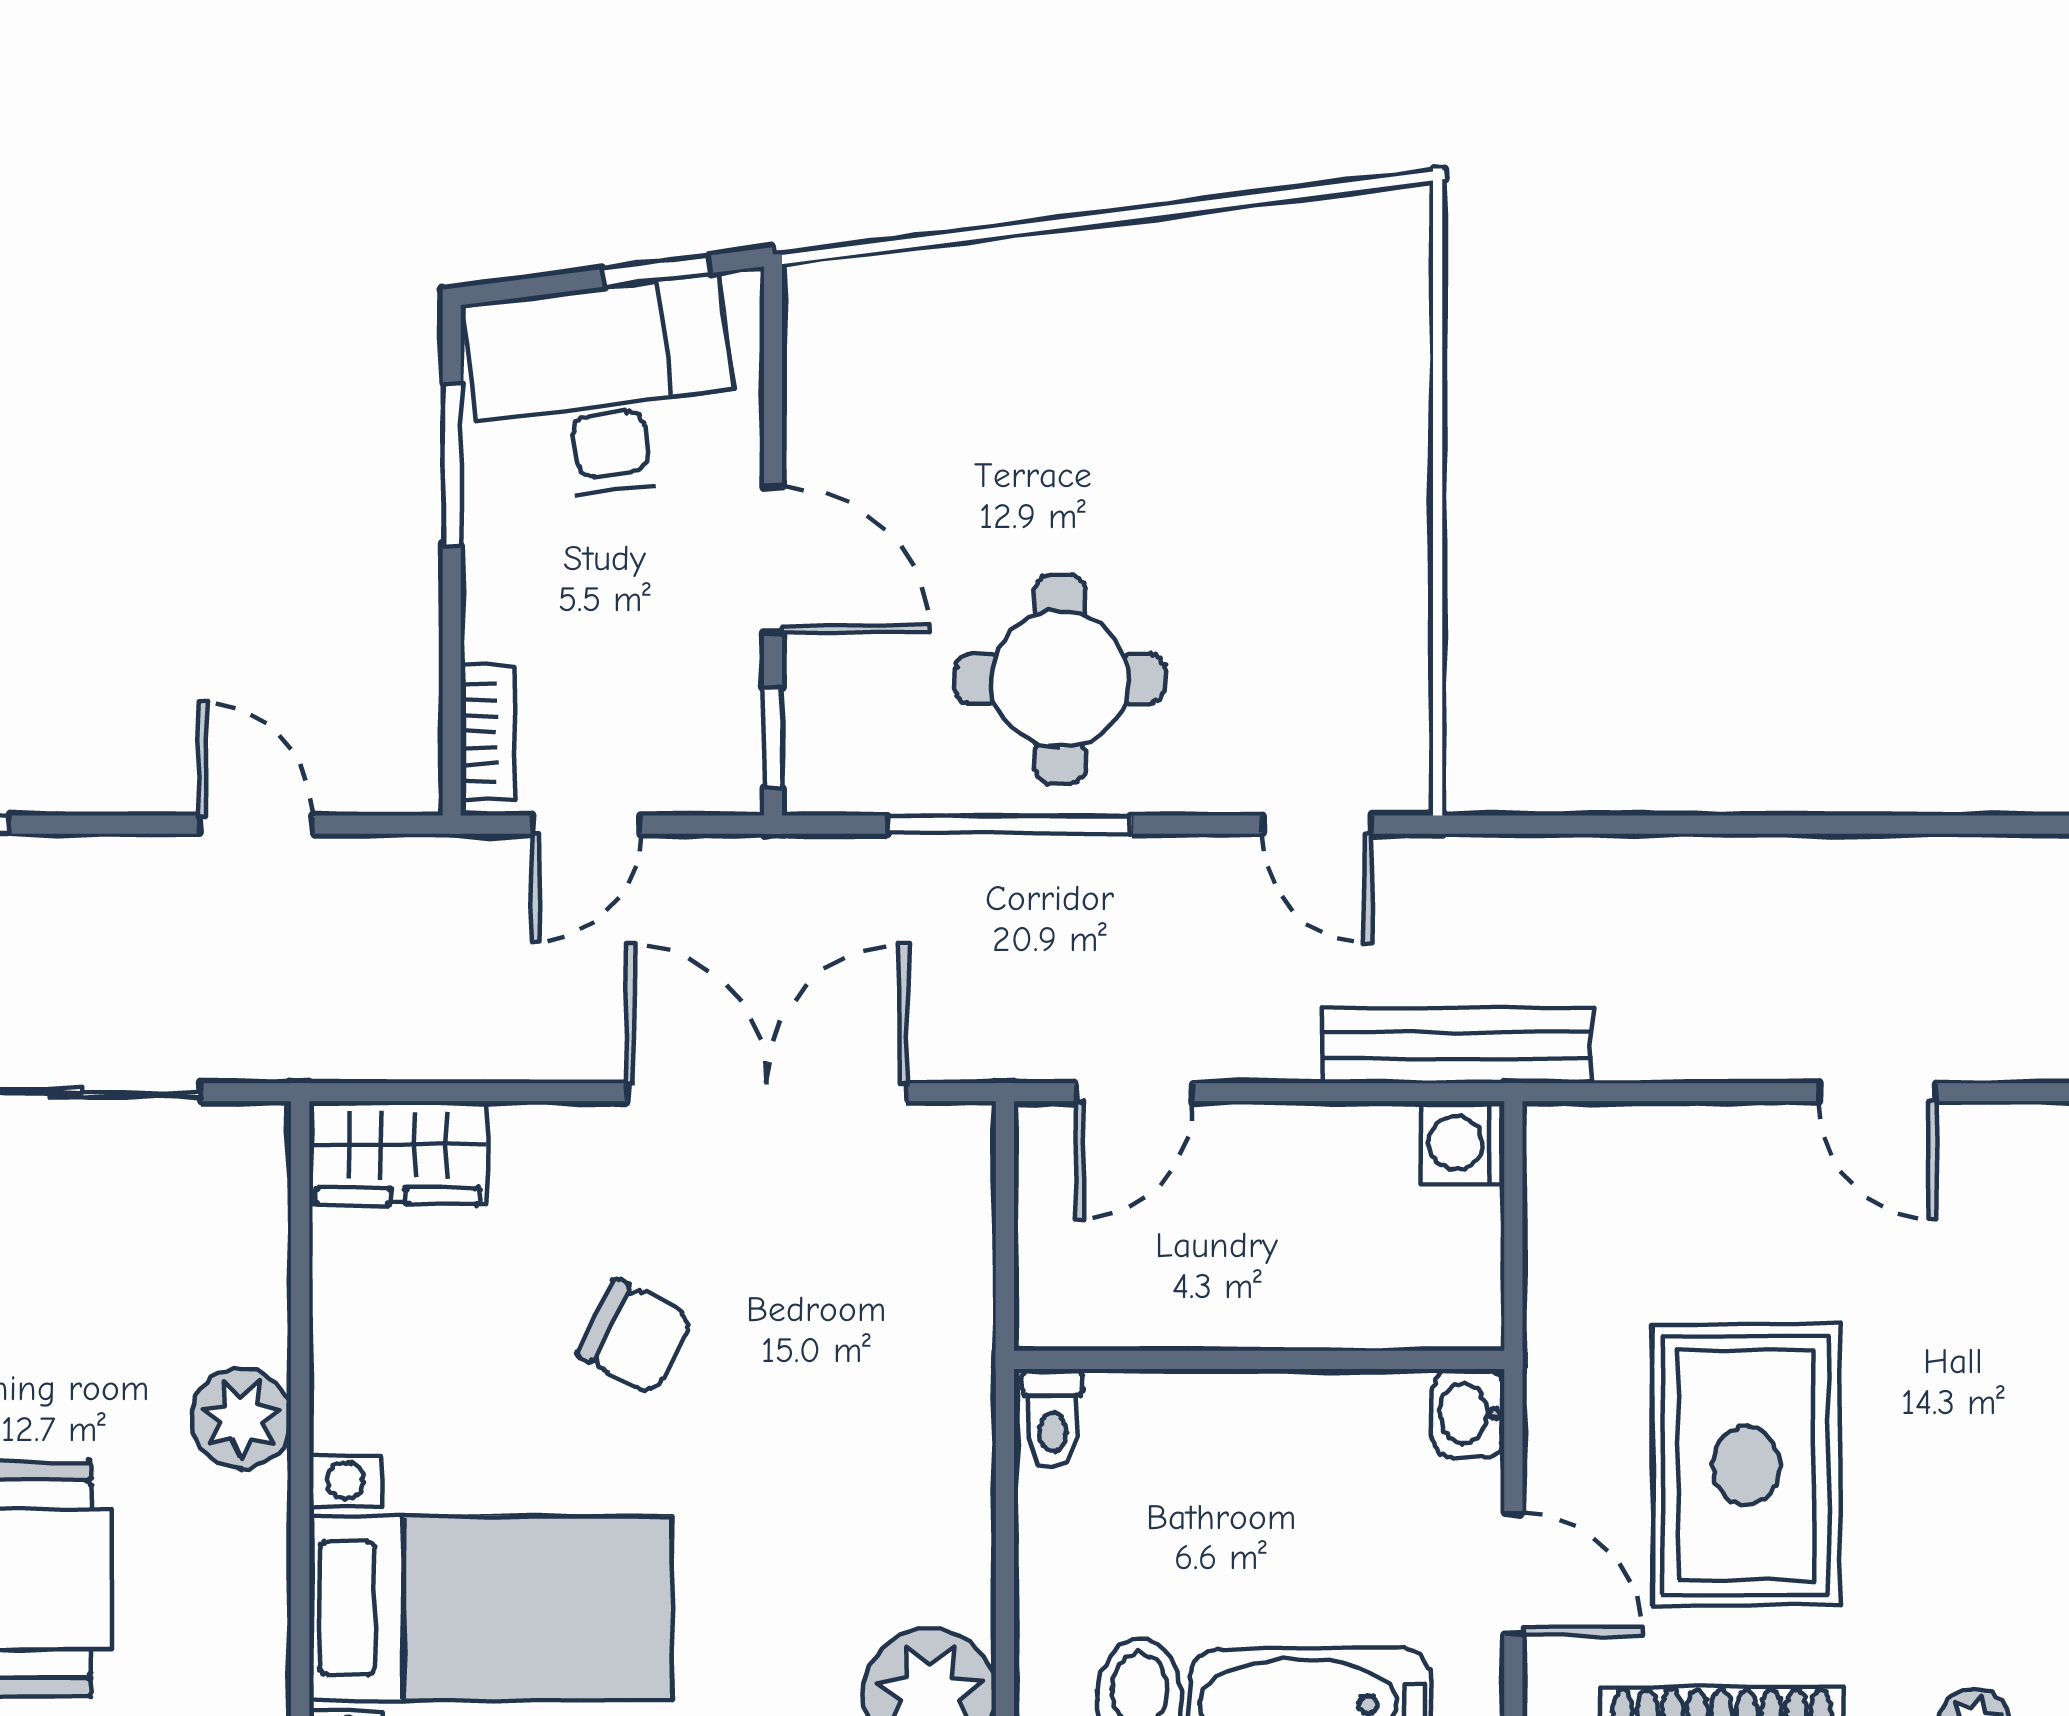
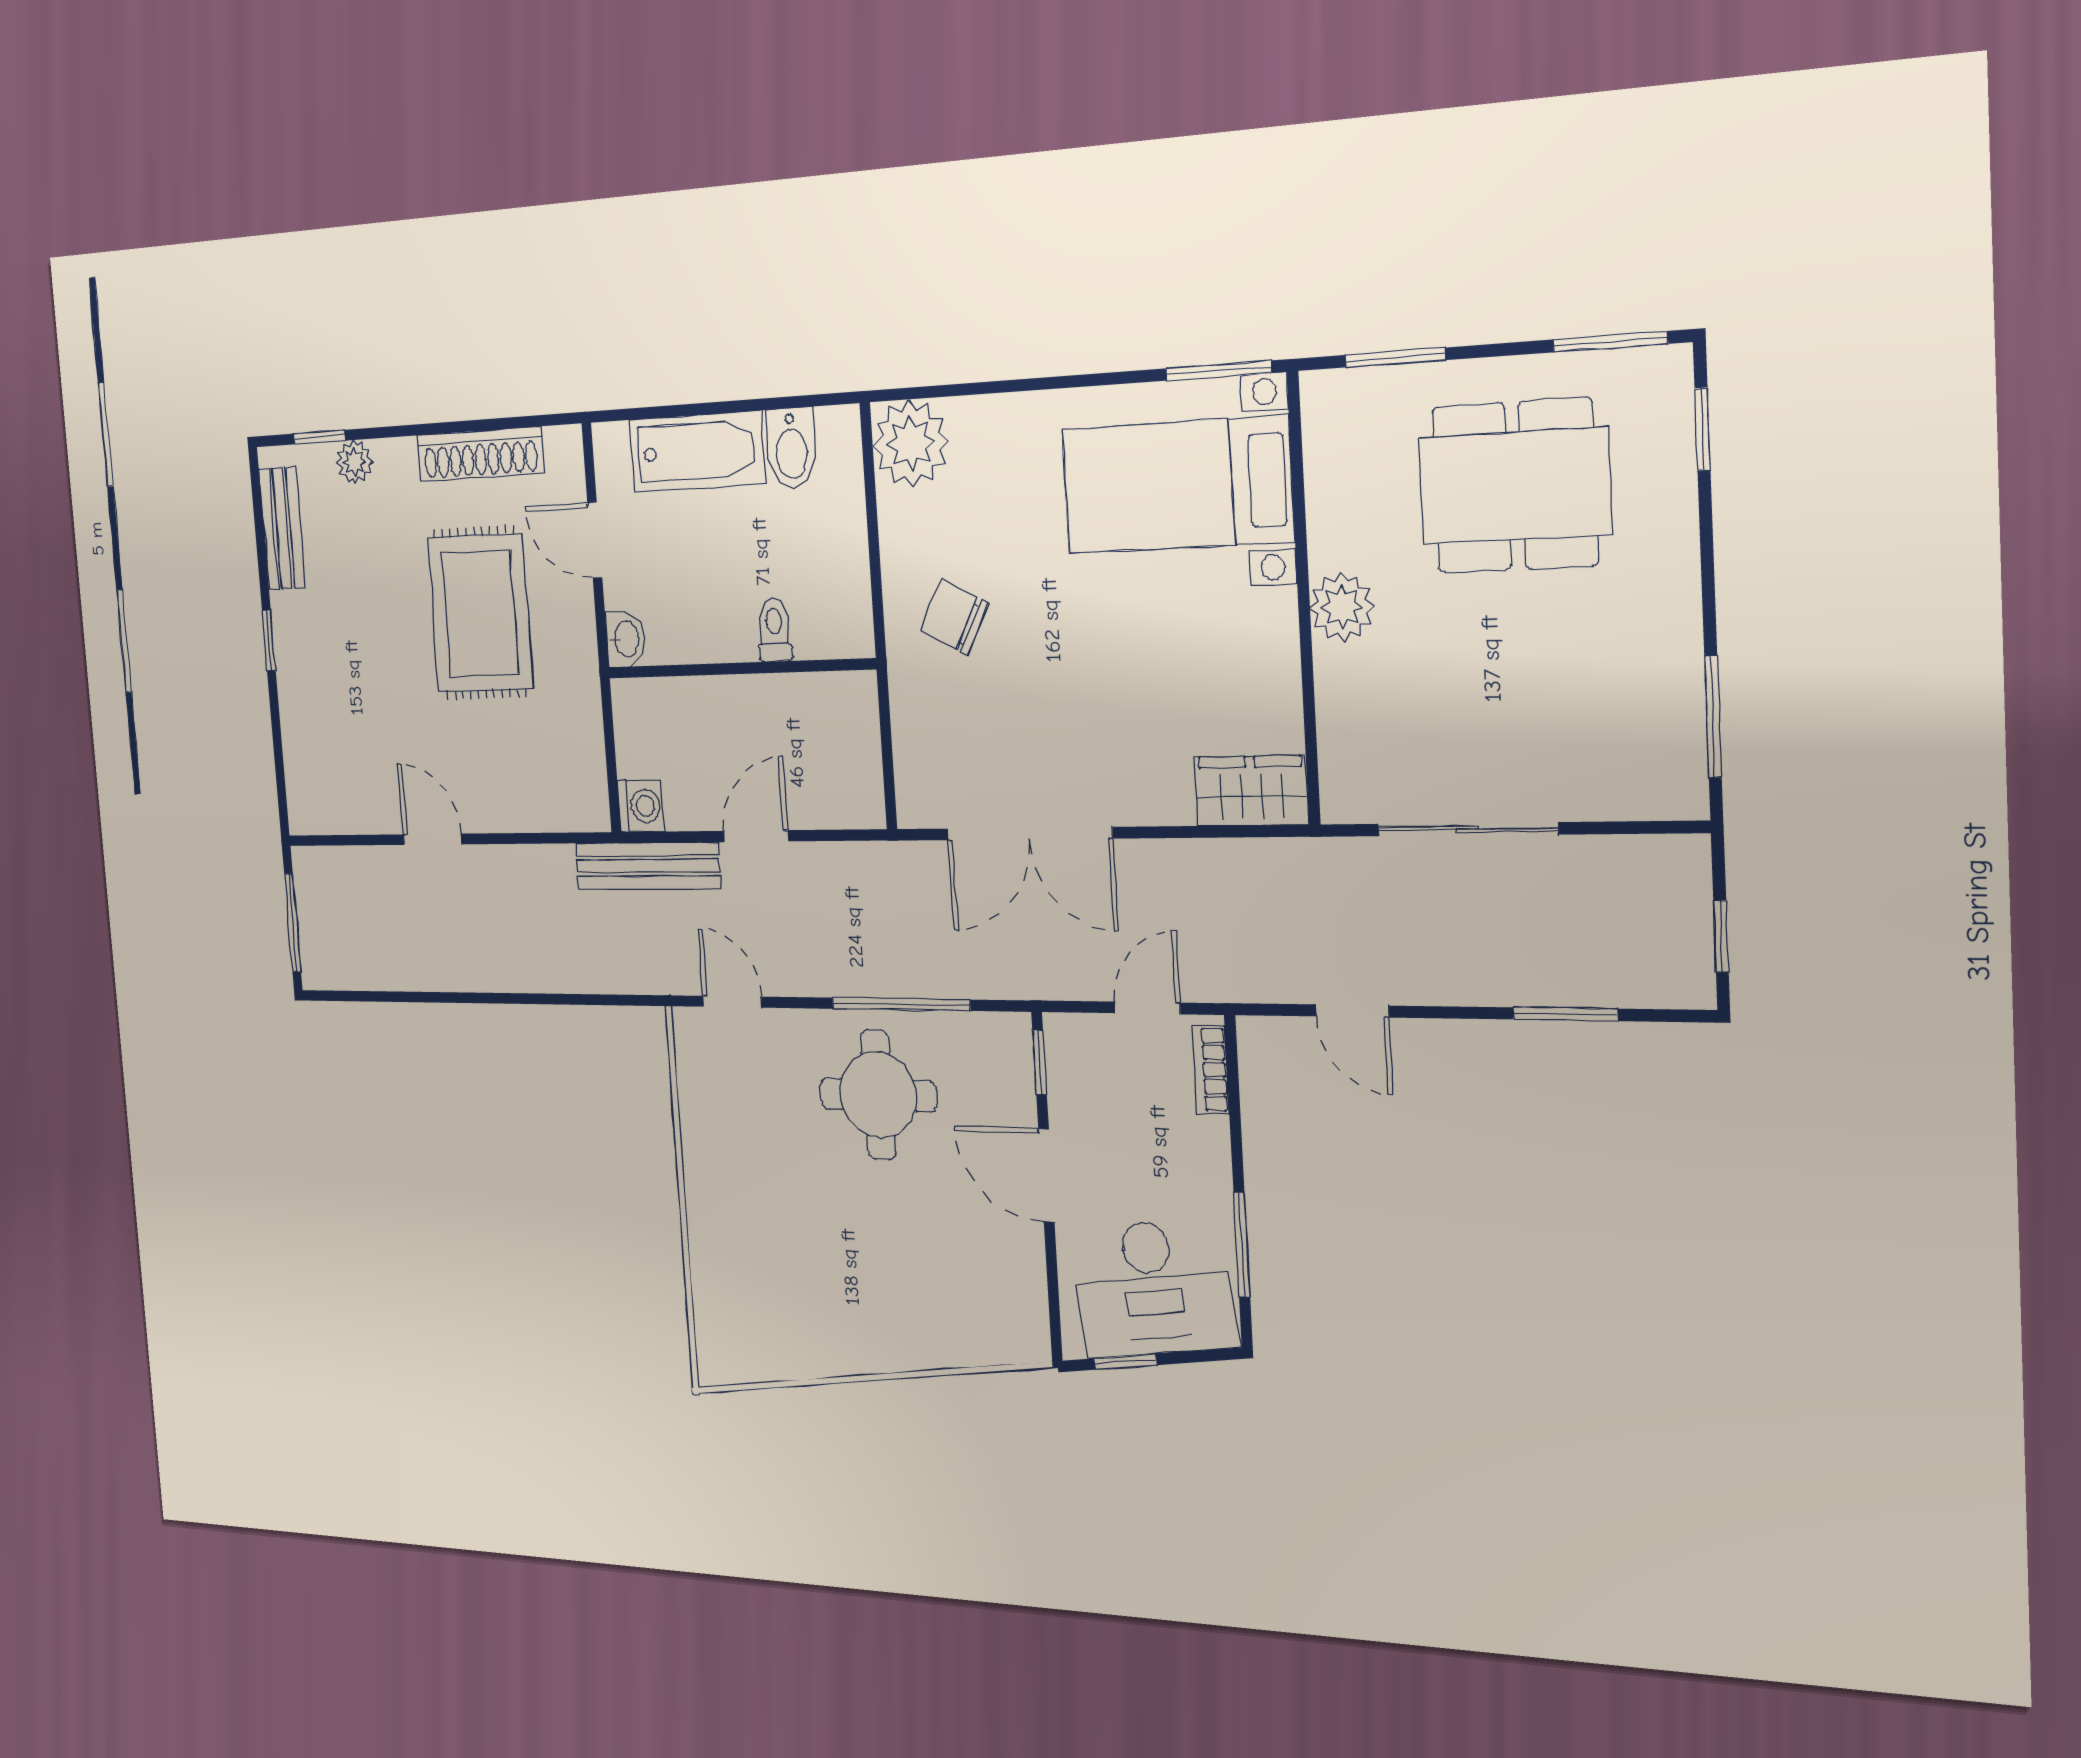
door: (1134, 1092) -> (756, 836), moved
chair: (635, 1337) -> (955, 617), moved
toilet: (1053, 1418) -> (774, 630), moved

